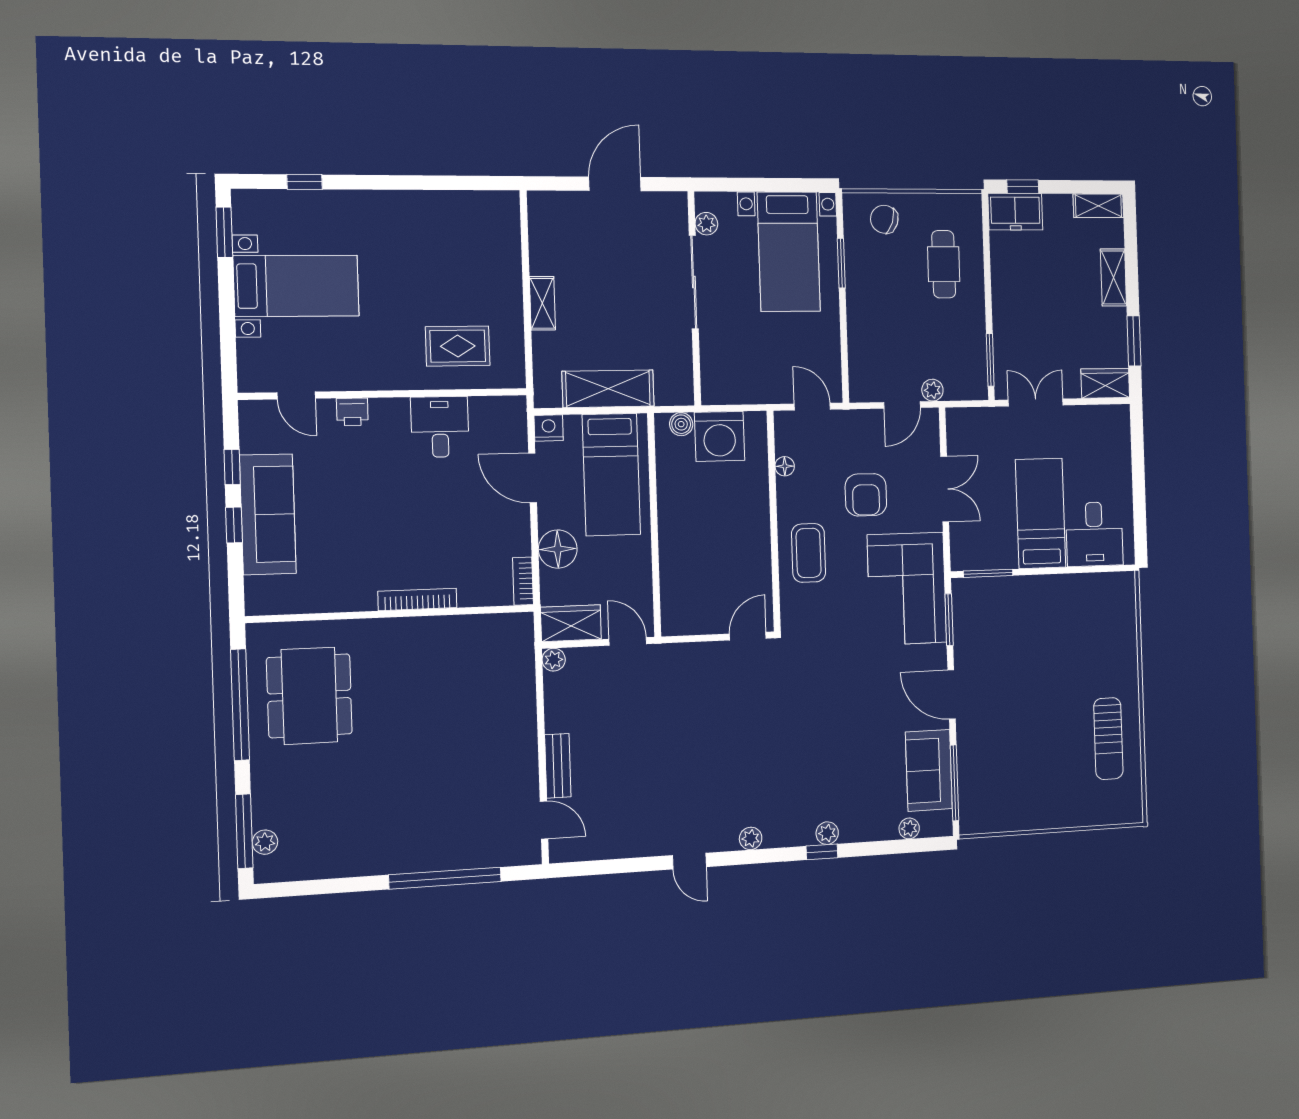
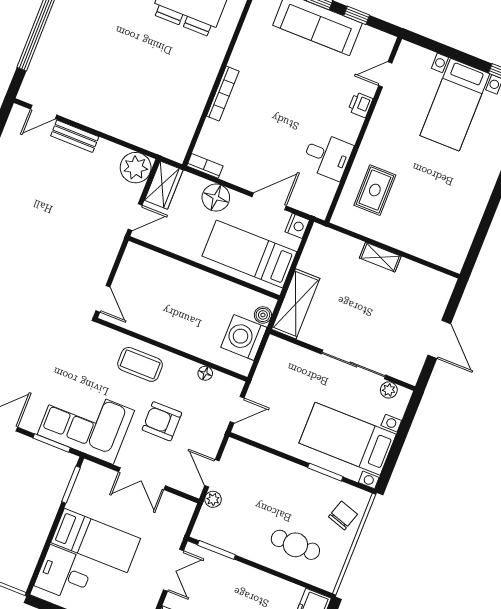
shelving: (608, 389) -> (296, 304), moved
plant: (554, 660) -> (136, 168), width x1.88, depth x1.88

